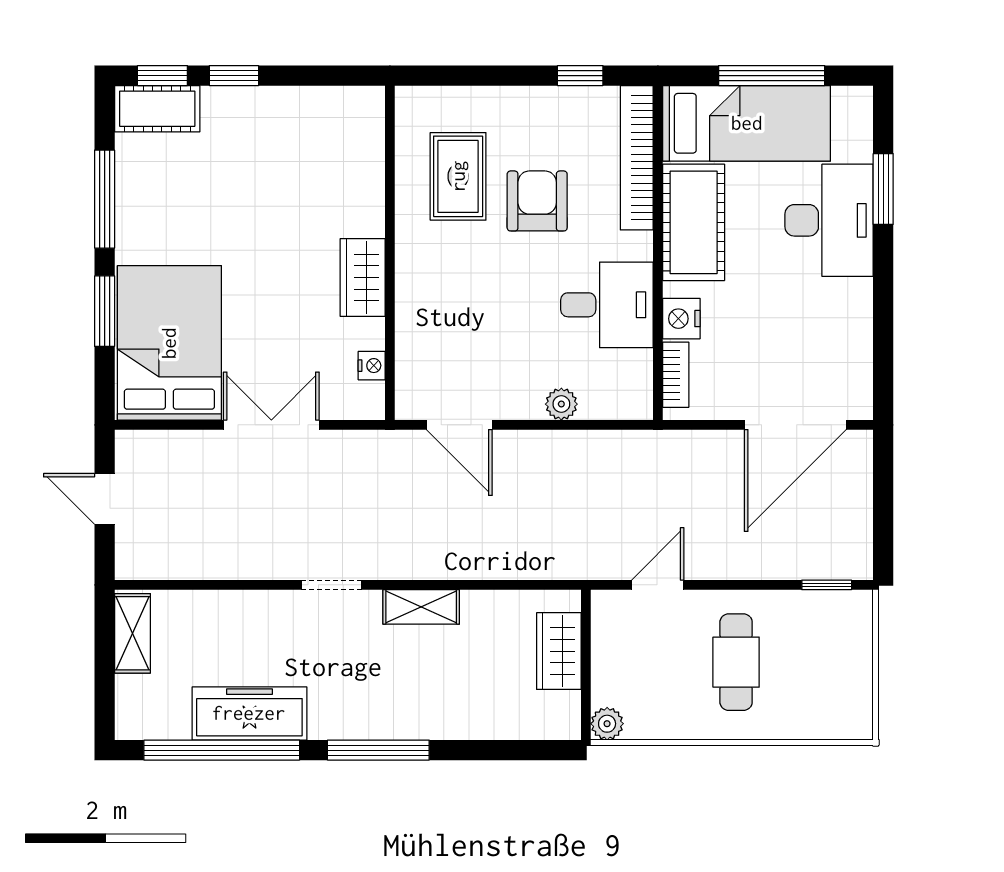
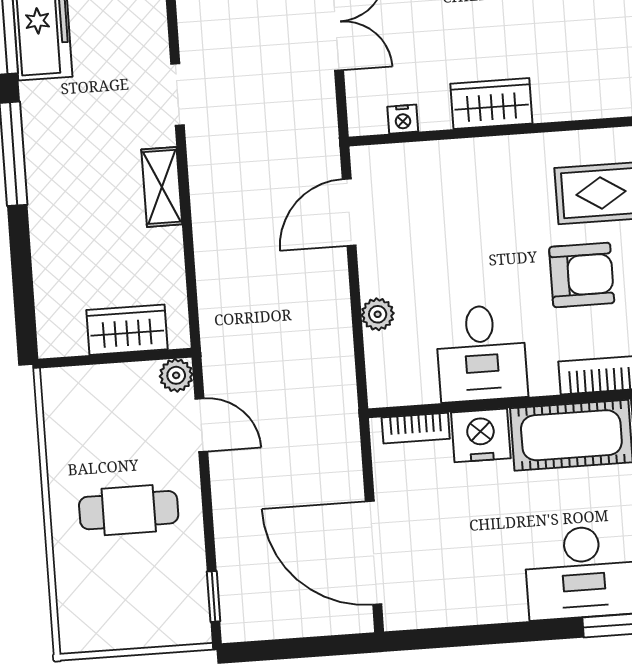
nightstand: (681, 319) -> (481, 435), width x1.36, depth x1.33
plant: (607, 724) -> (176, 375), moved

